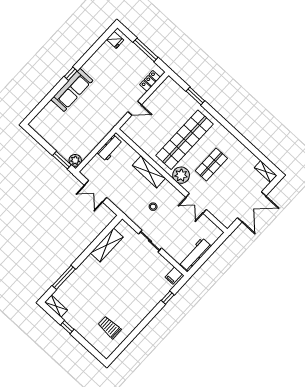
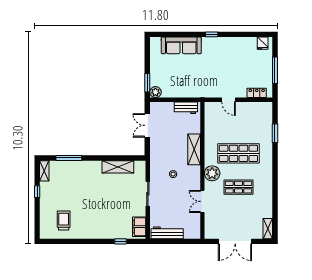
sofa: (72, 90) -> (181, 45), moved
shop shelf: (185, 140) -> (238, 153), width x0.71
filing cabinet: (174, 276) -> (139, 227), width x2.00

